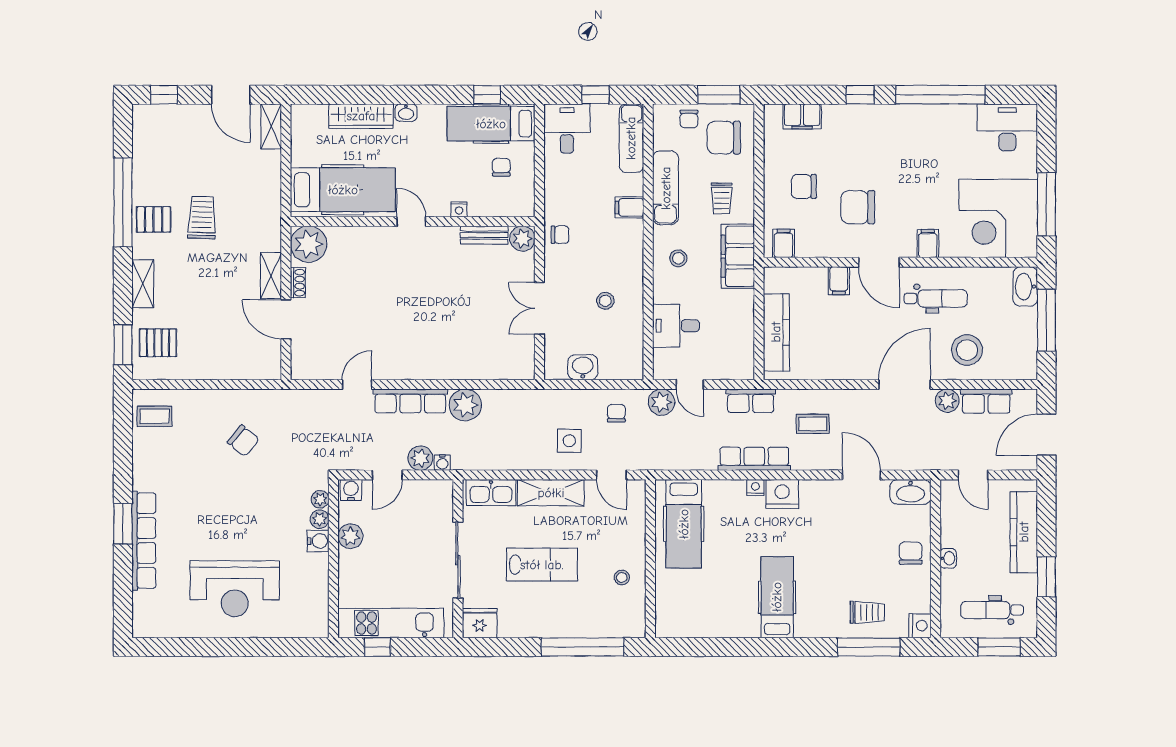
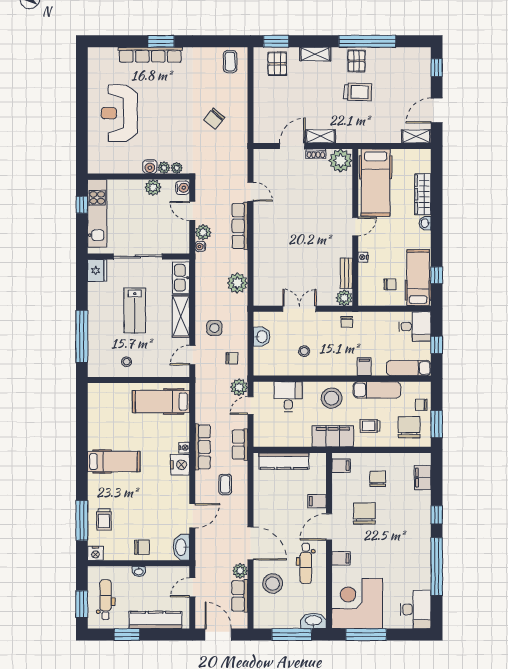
stool: (678, 258) -> (332, 398), width x1.89, depth x1.89
plant: (465, 405) -> (237, 283), moved

